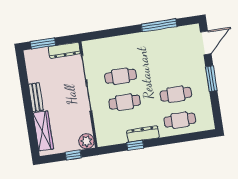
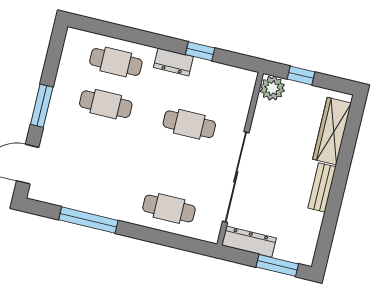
cafe table: (121, 76) -> (169, 208), moved
dresser: (143, 134) -> (173, 62), width x0.70

